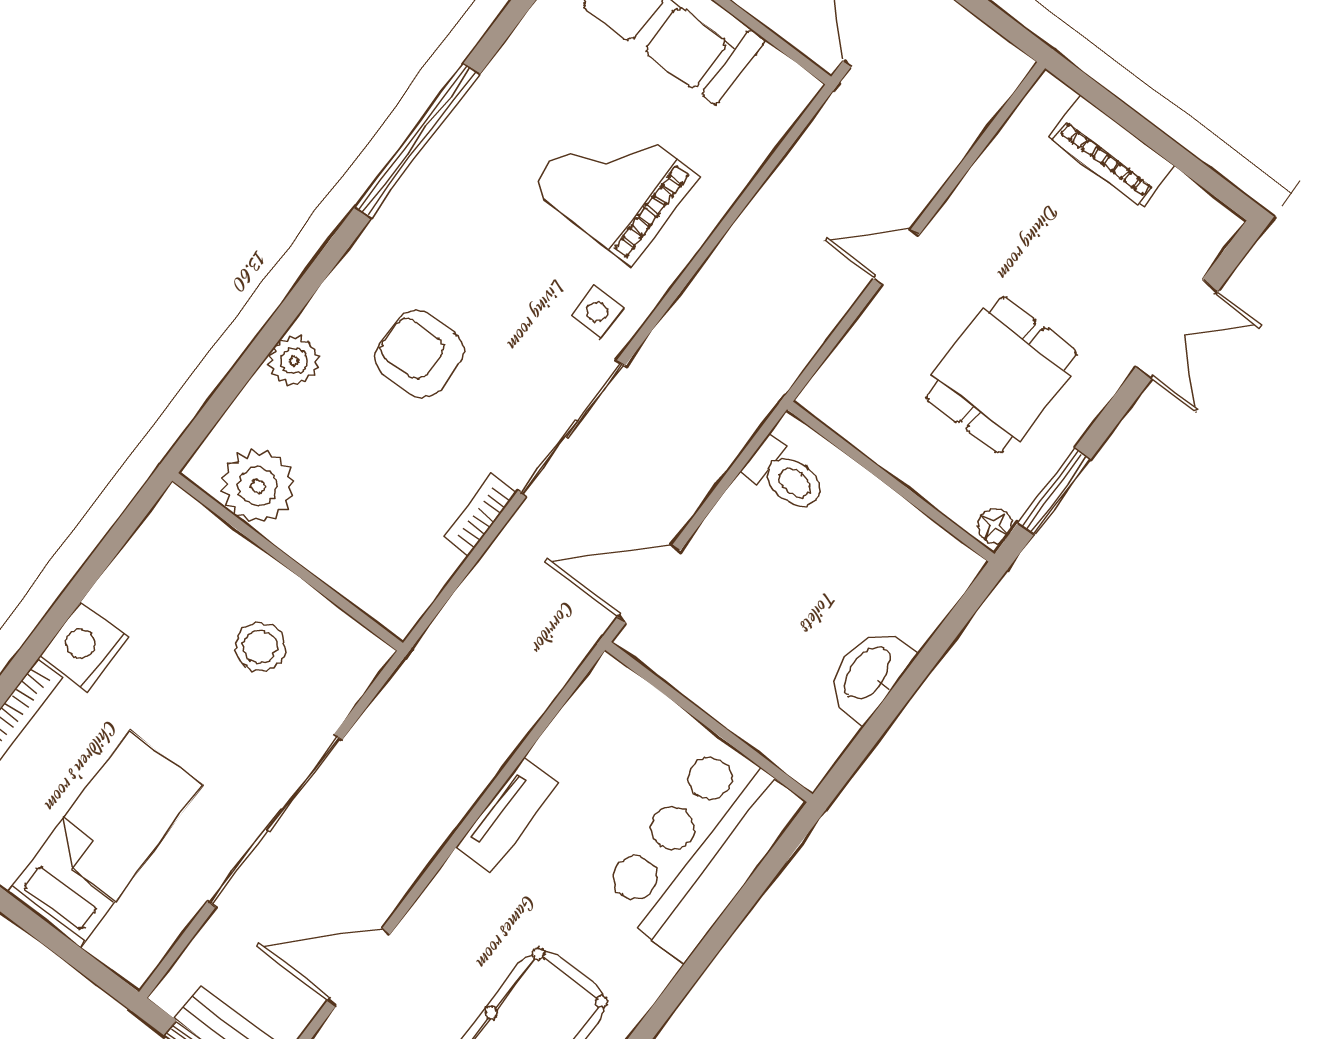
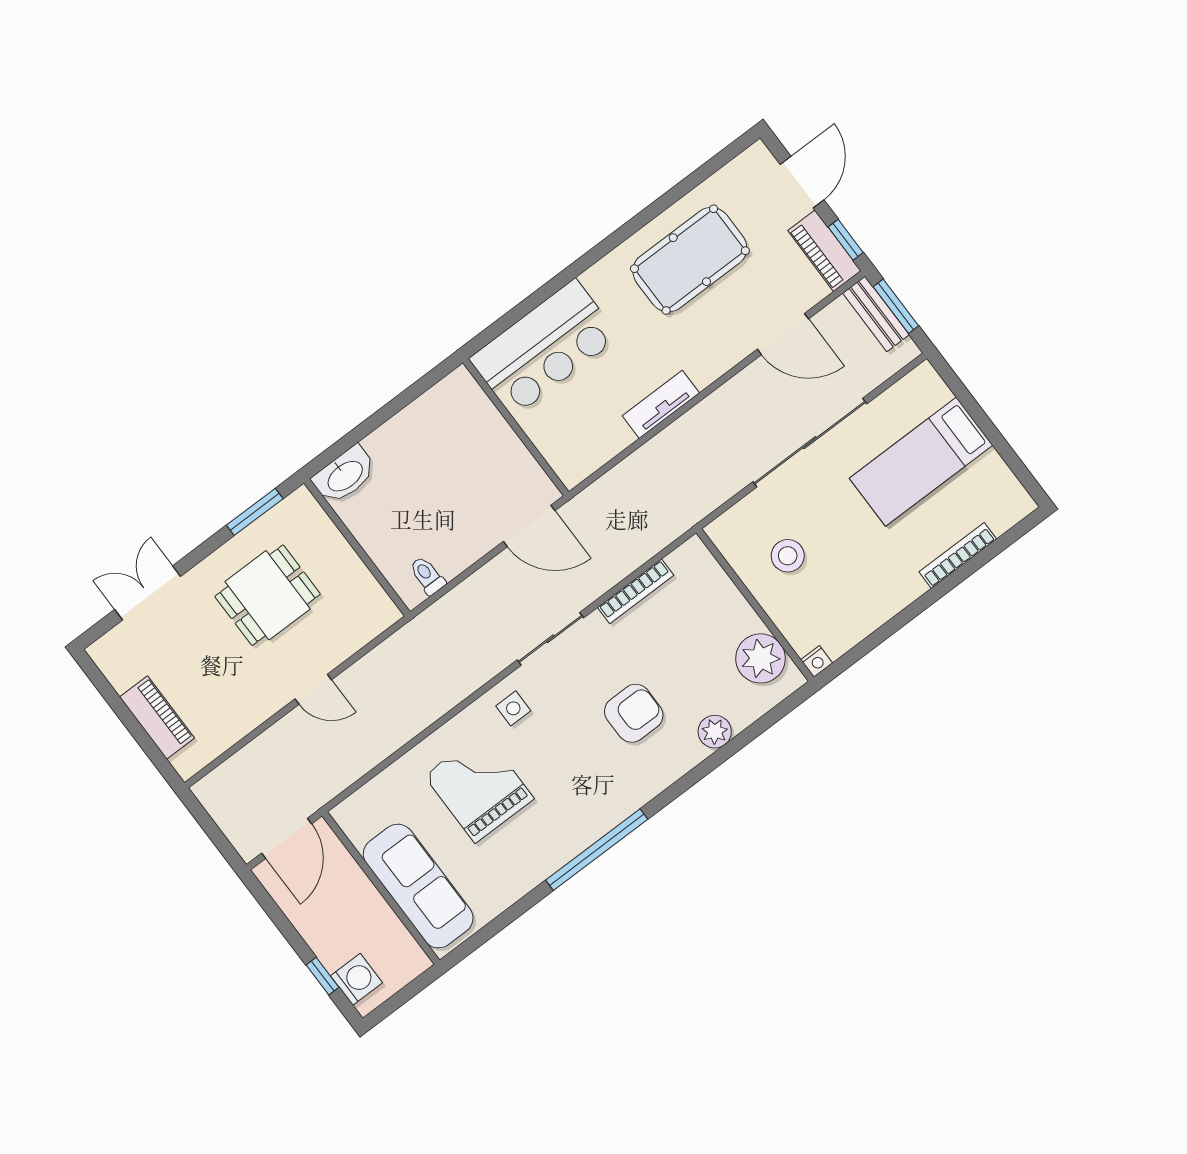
grand piano: (614, 183) -> (479, 787), turned 180
armchair: (420, 354) -> (634, 713), turned -90
sliding door: (572, 428) -> (550, 639), width x0.73
toilet: (786, 476) -> (427, 576), width x0.73, depth x0.72
bookcase: (480, 515) -> (636, 591), width x1.56
floor lamp: (995, 526) -> (299, 501), removed
nightstand: (85, 647) -> (817, 661), moved, width x0.53, depth x0.56
washbasin: (869, 674) -> (345, 475), moved

